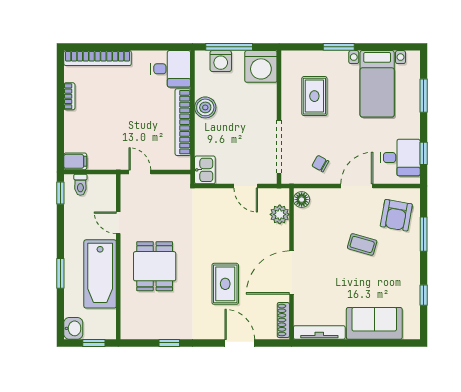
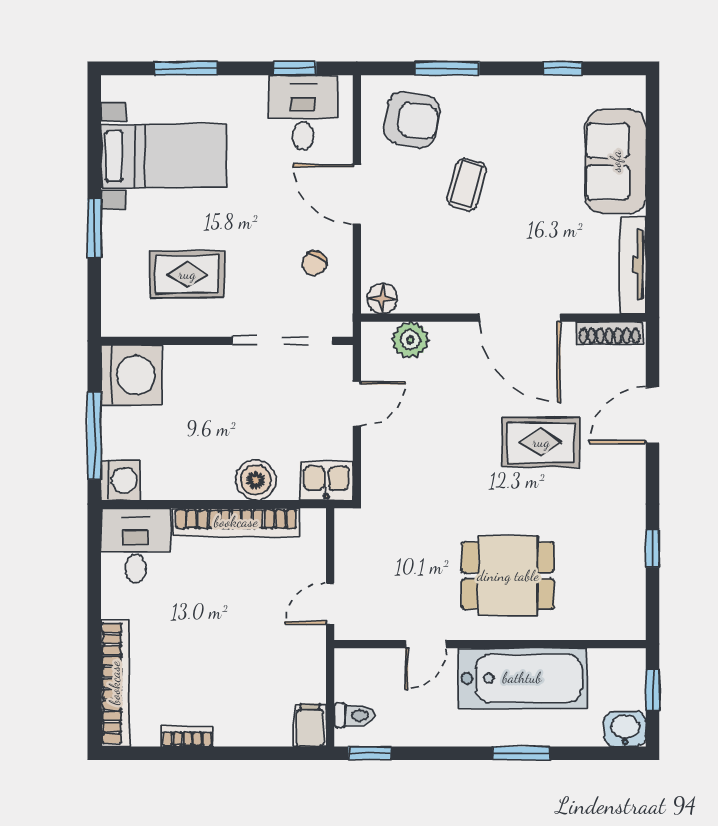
washing machine: (221, 61) -> (121, 480), moved
boiler: (205, 107) -> (256, 480), moved

